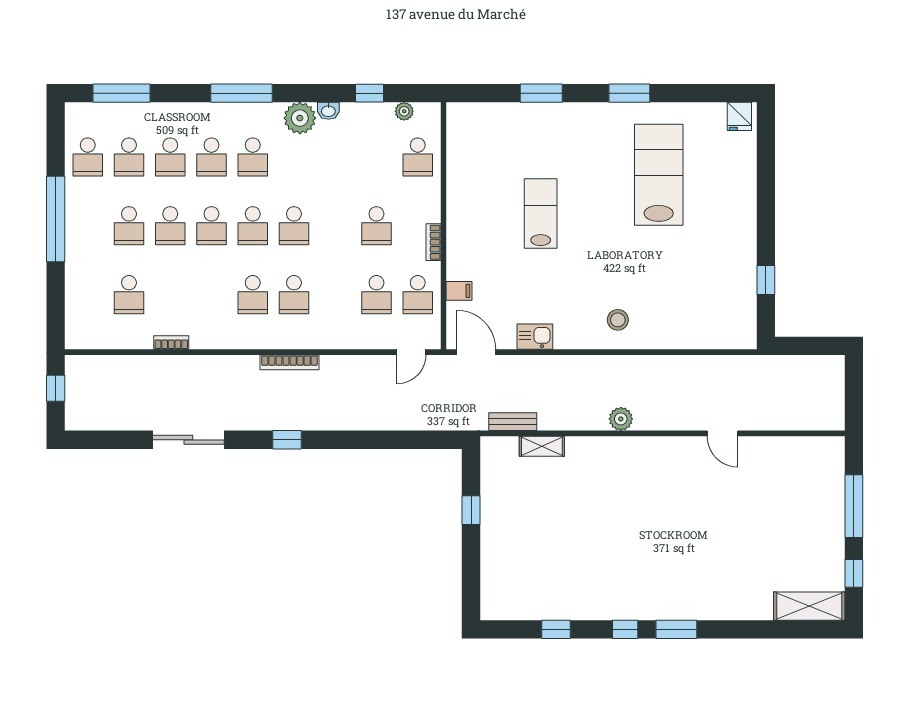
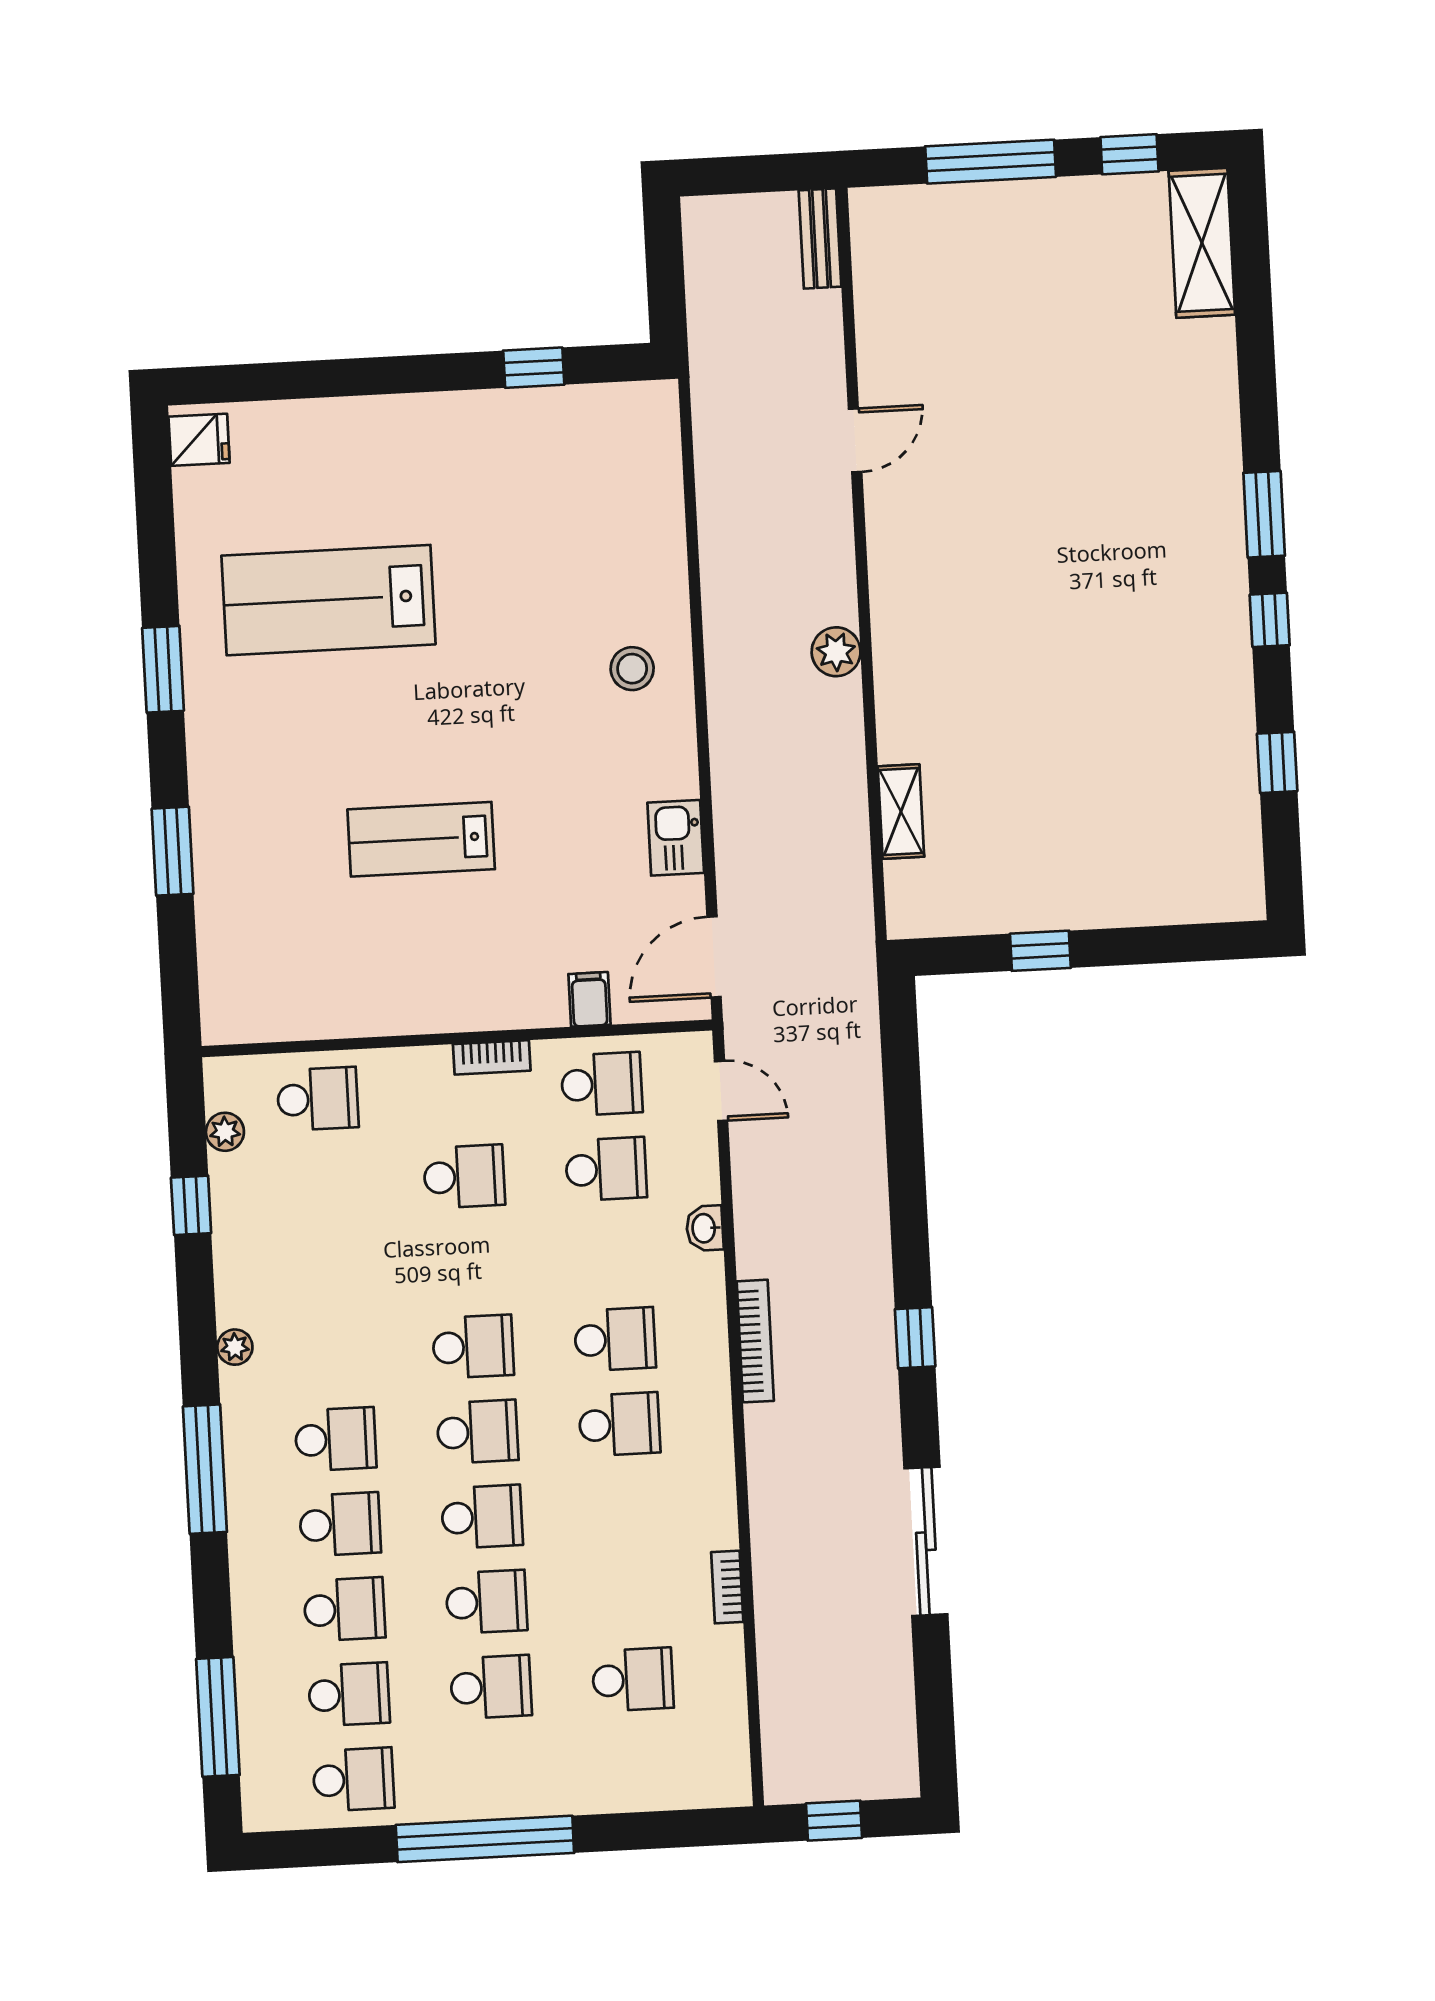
washbasin: (328, 111) -> (705, 1228), moved, turned 180
plant: (300, 118) -> (235, 1347), width x0.53, depth x0.53
bench: (513, 422) -> (820, 239), moved

